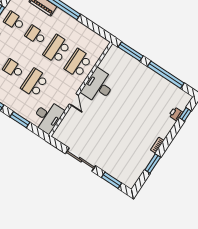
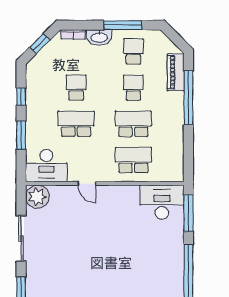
desk: (99, 86) -> (162, 202), moved
door: (74, 100) -> (87, 183), hinge flipped
plant: (62, 134) -> (37, 197), added

